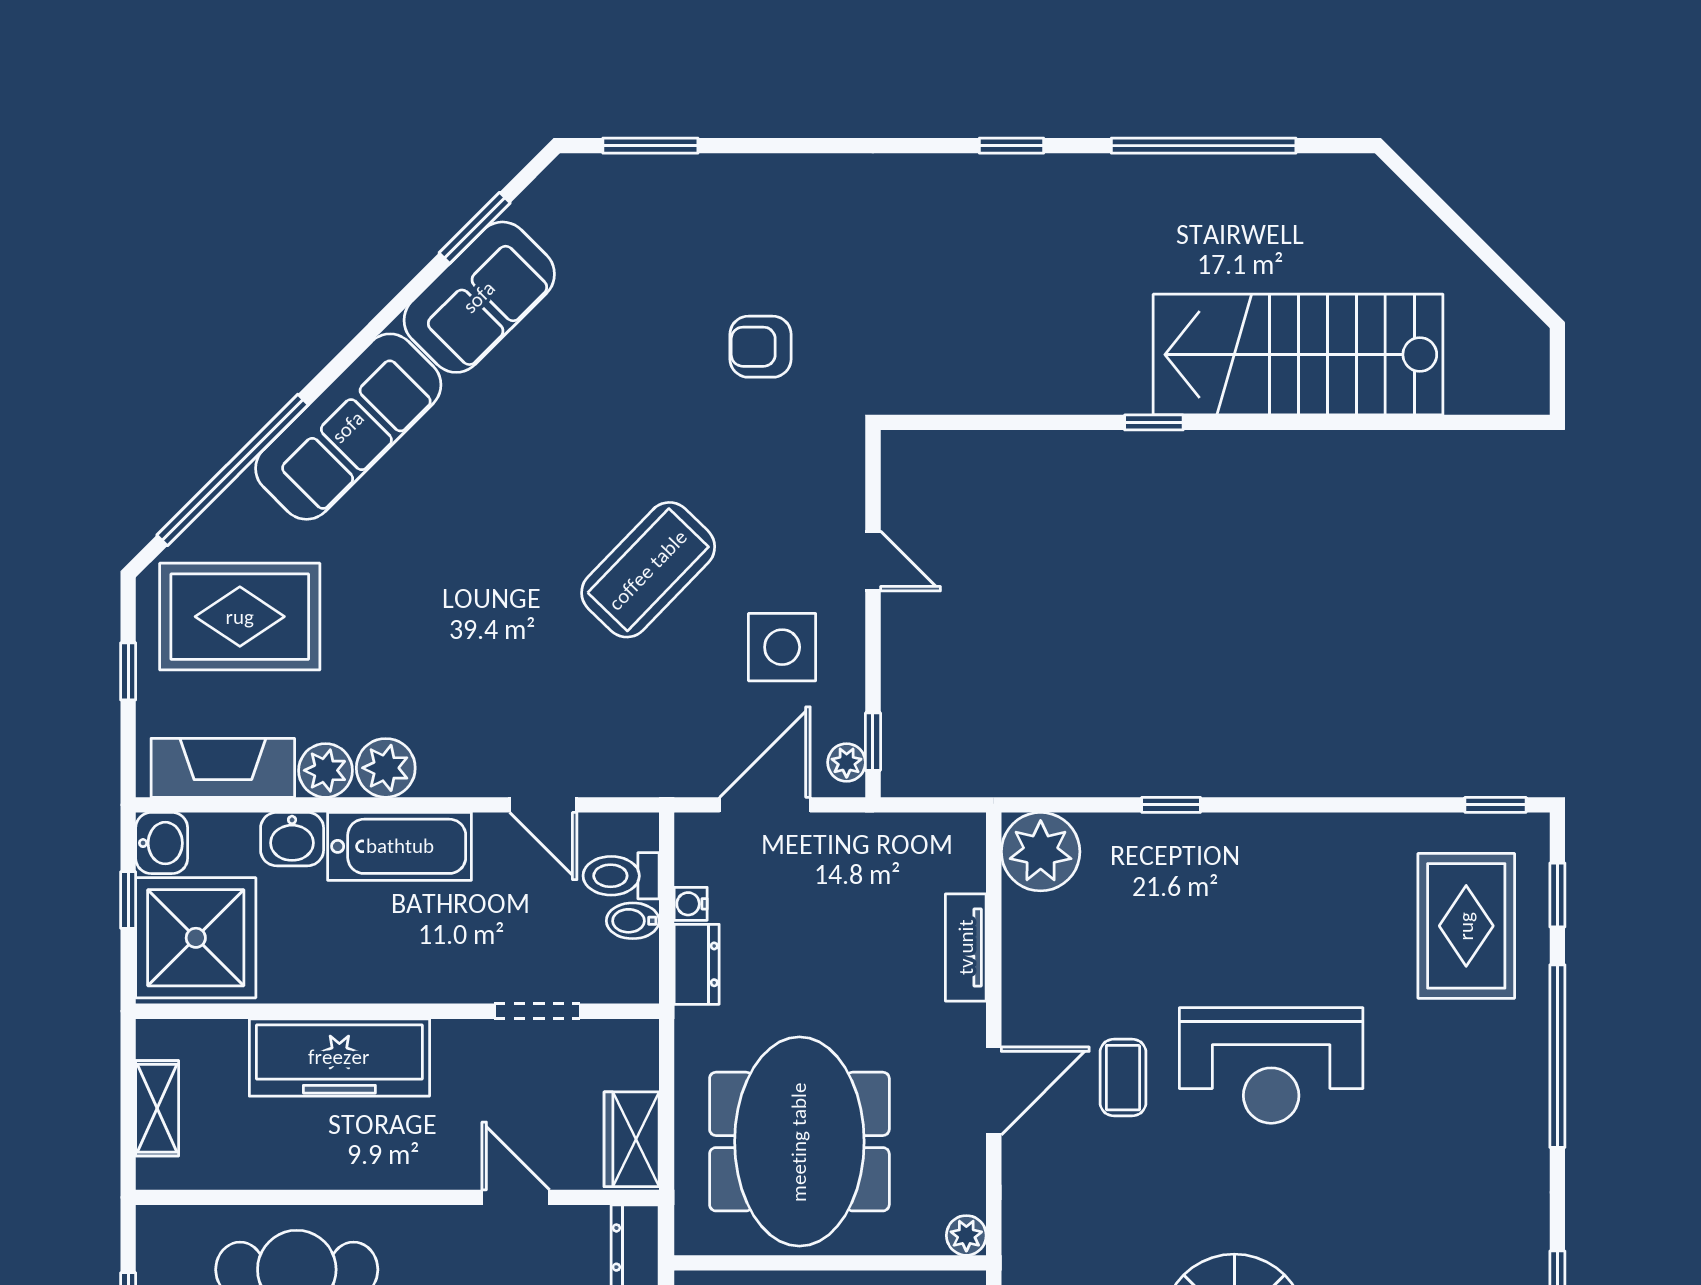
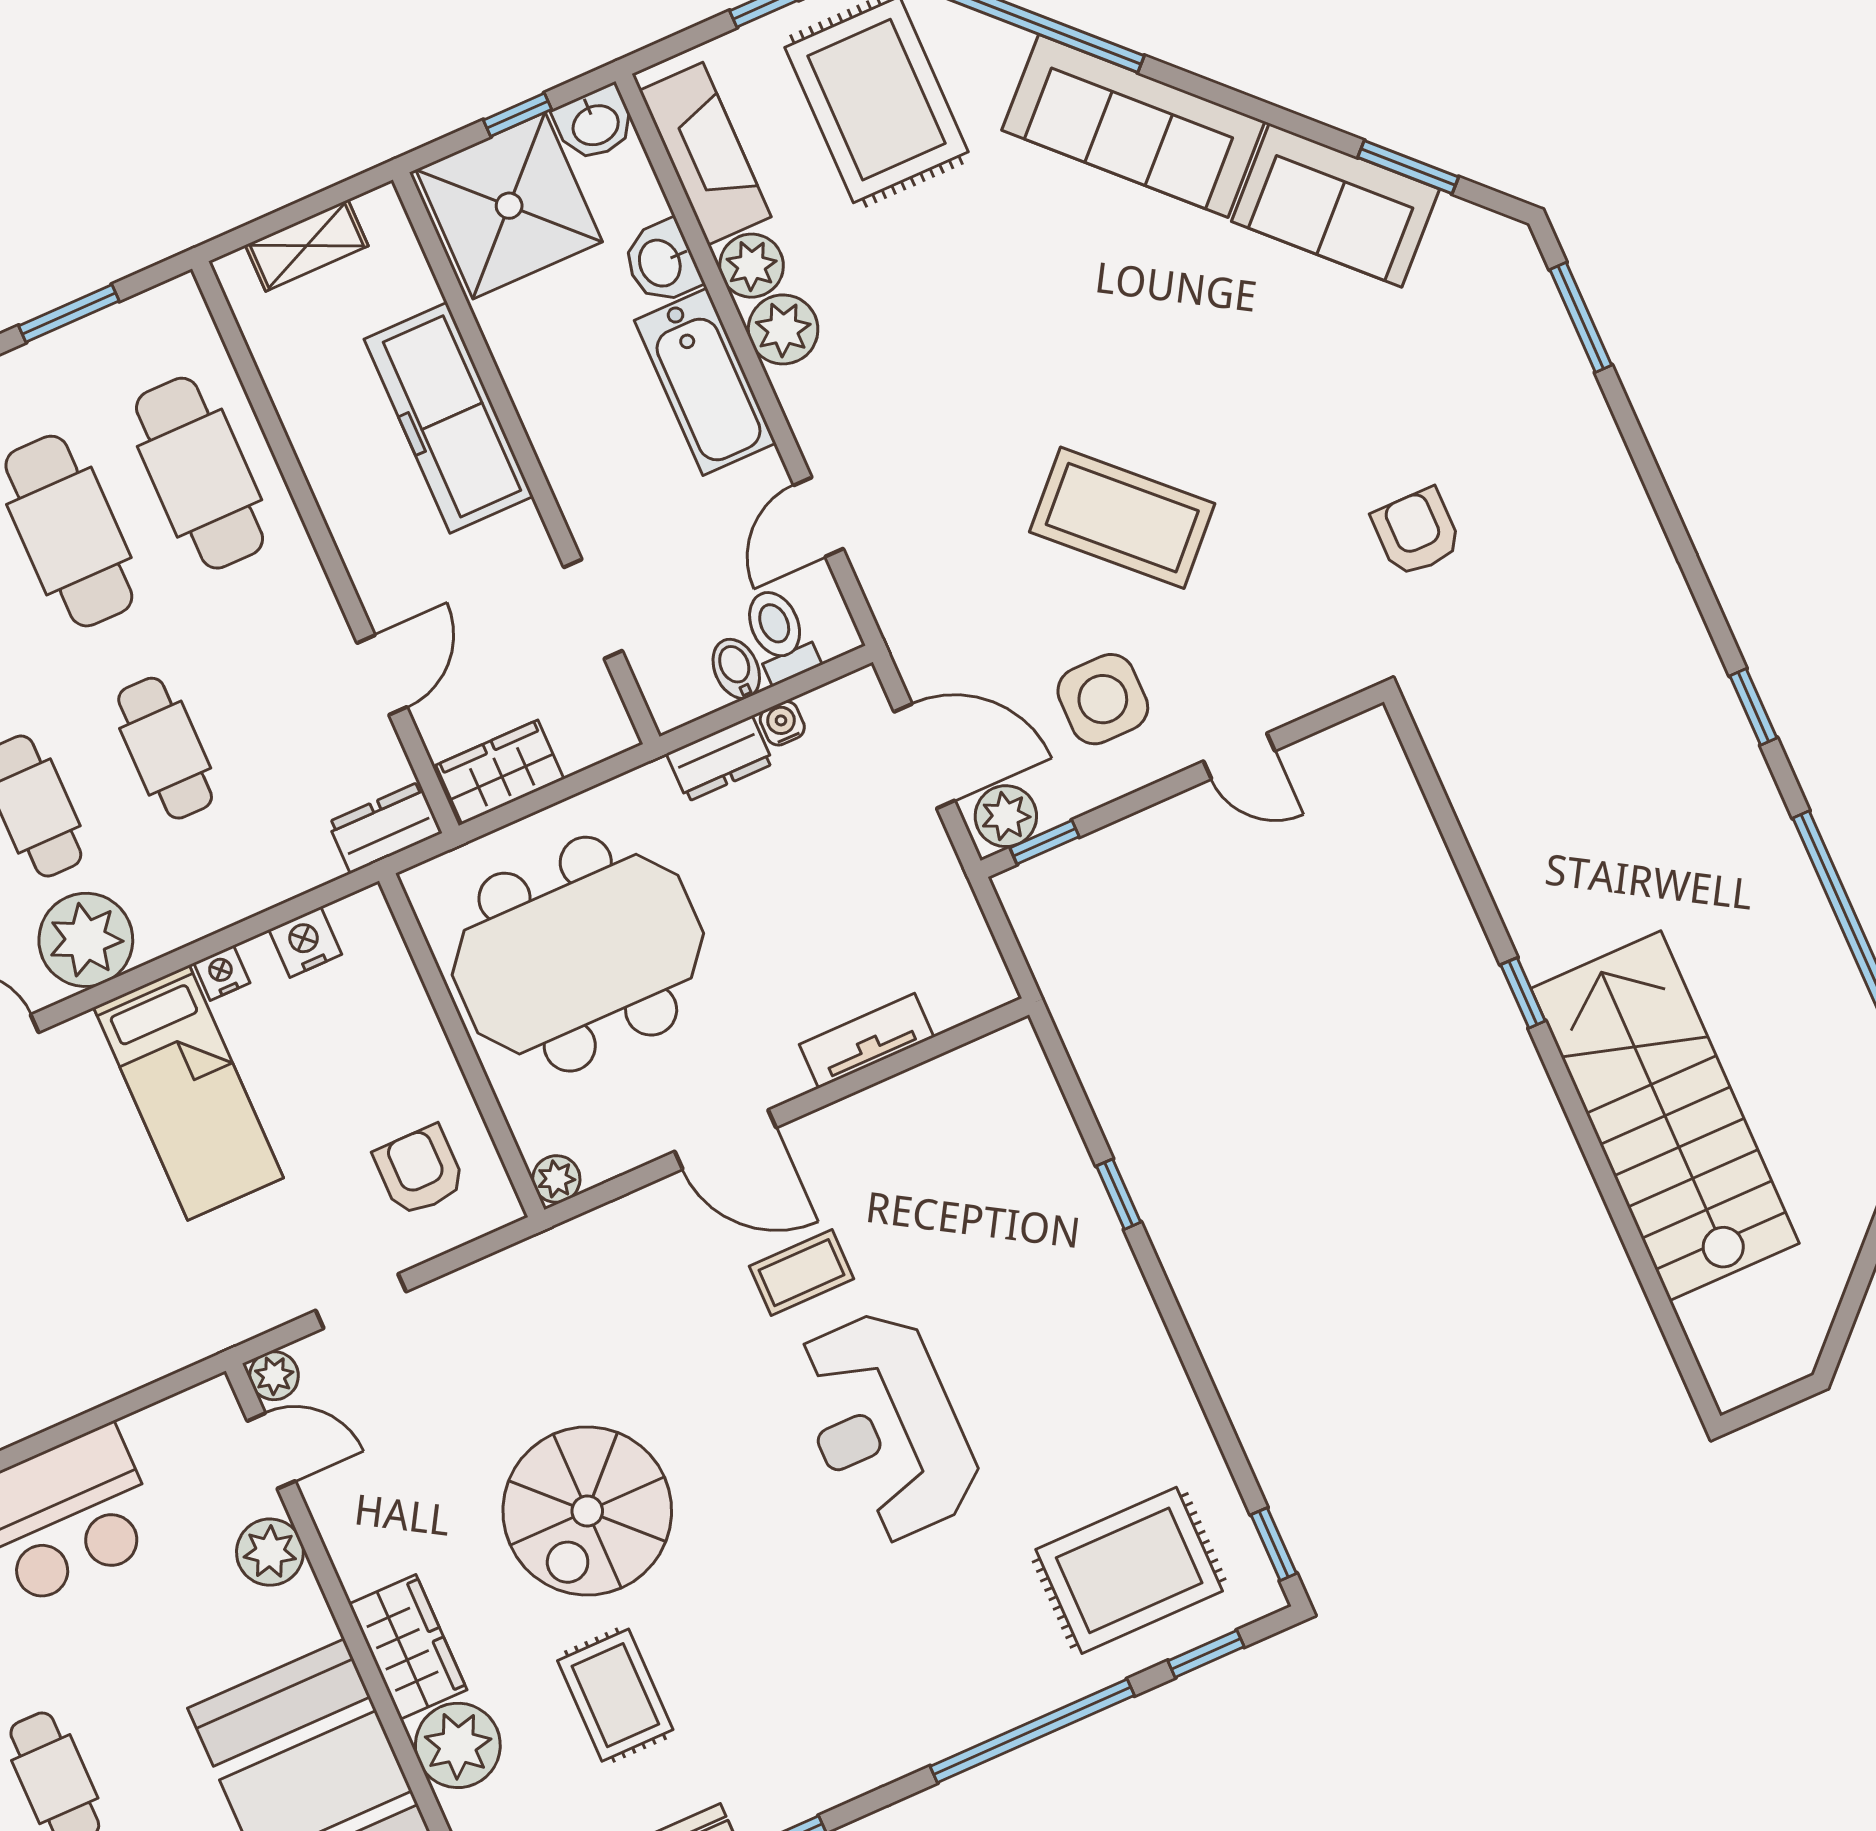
door: (873, 561) -> (1239, 756), hinge flipped
plant: (847, 762) -> (1006, 816), width x1.38, depth x1.38
plant: (1041, 852) -> (1006, 1076), removed

